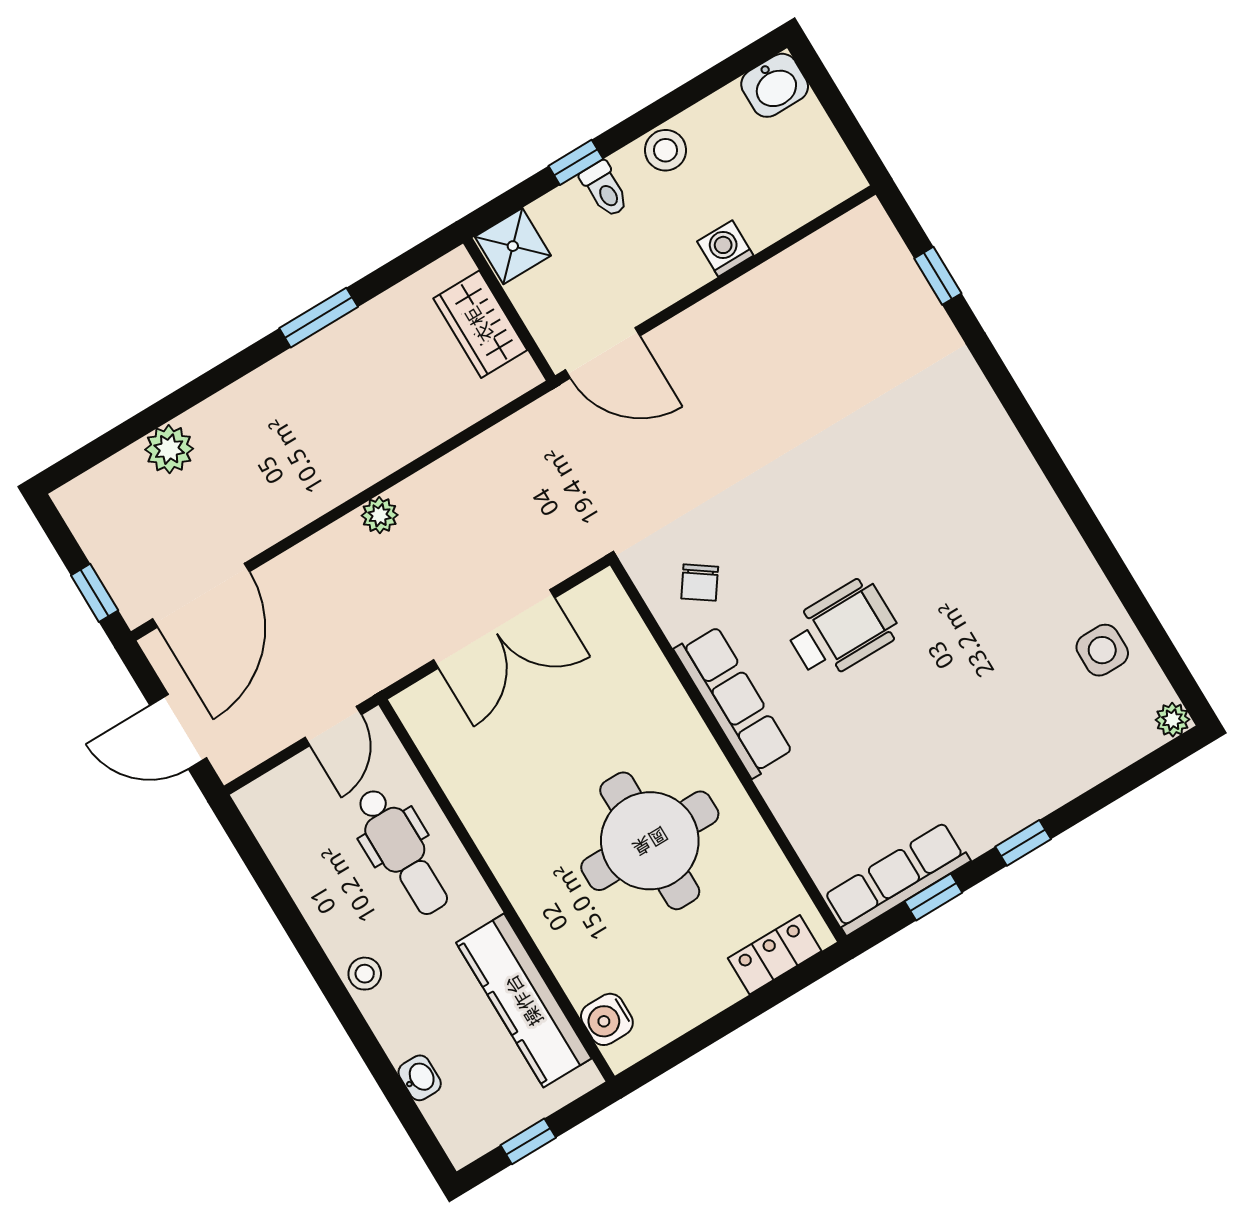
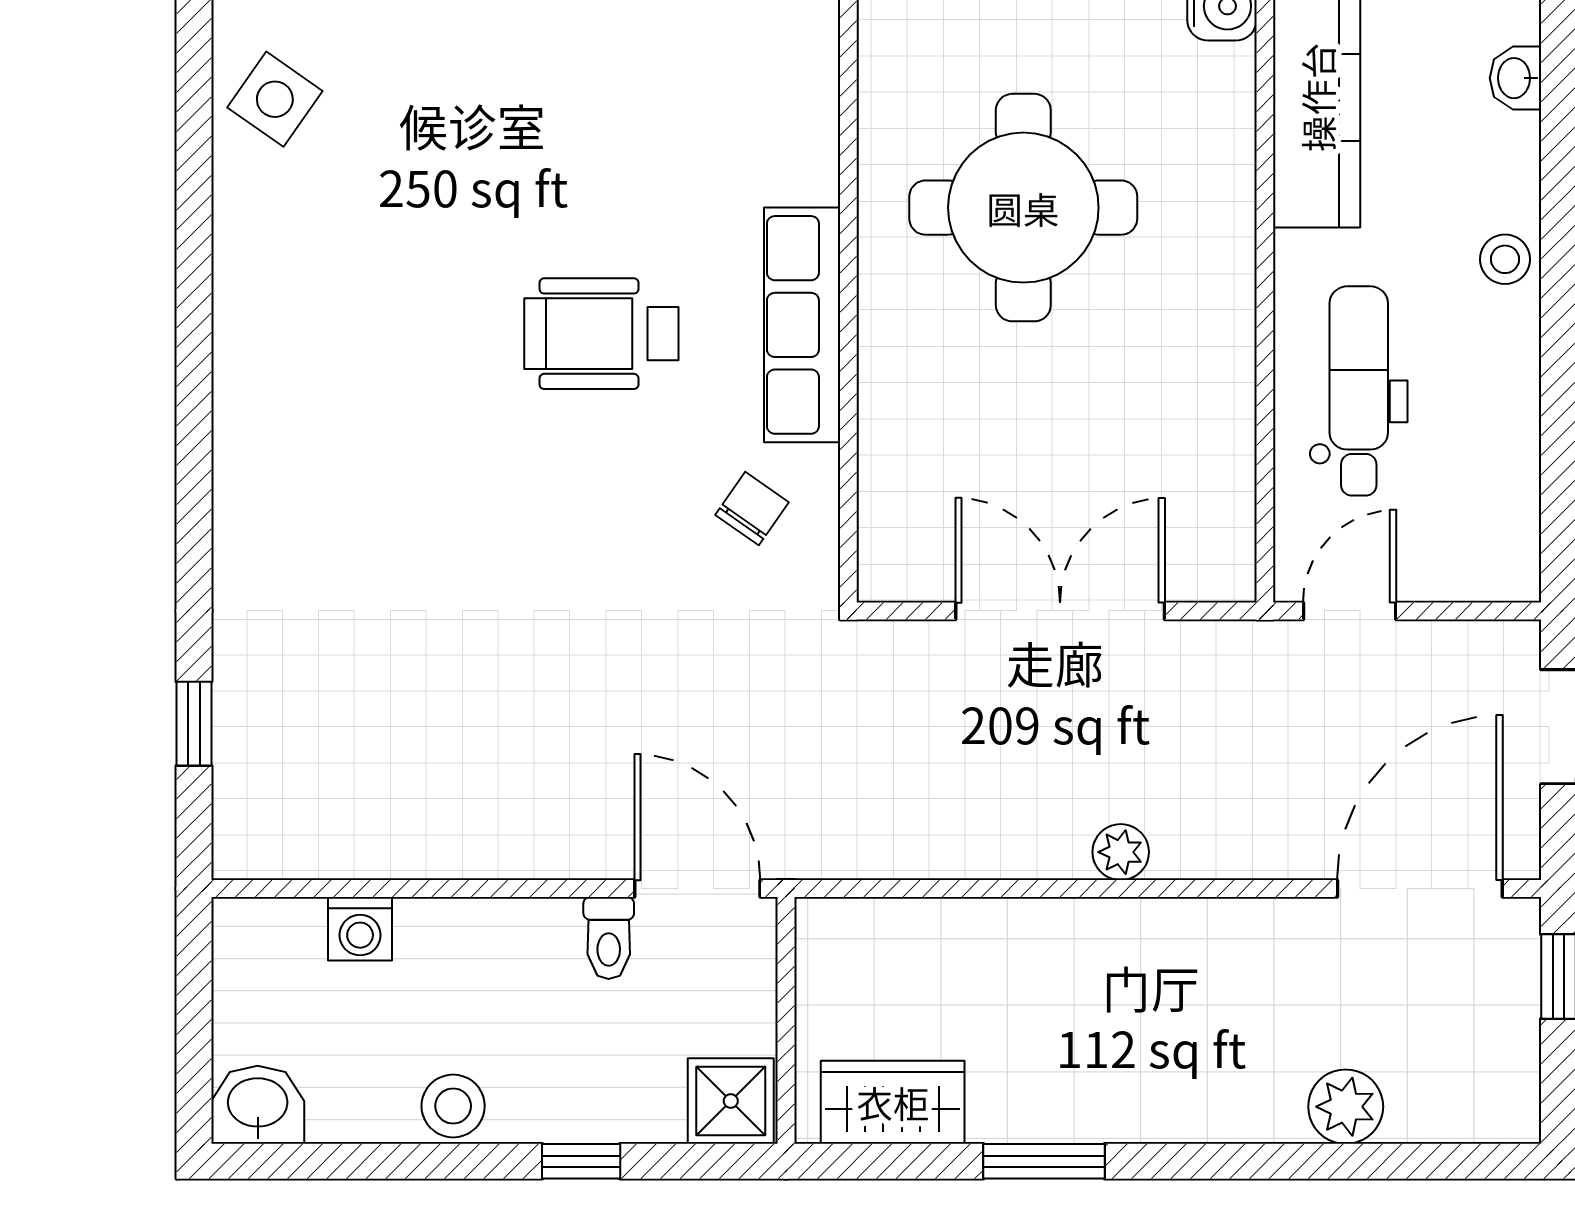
toilet: (605, 189) -> (609, 938), moved, turned 180
washing machine: (725, 249) -> (360, 929), moved
wardrobe: (480, 324) -> (893, 1102), moved, turned -90
side table: (1102, 650) -> (275, 99), turned 35

